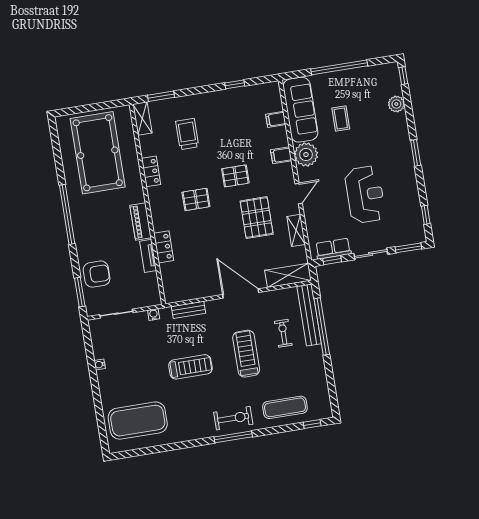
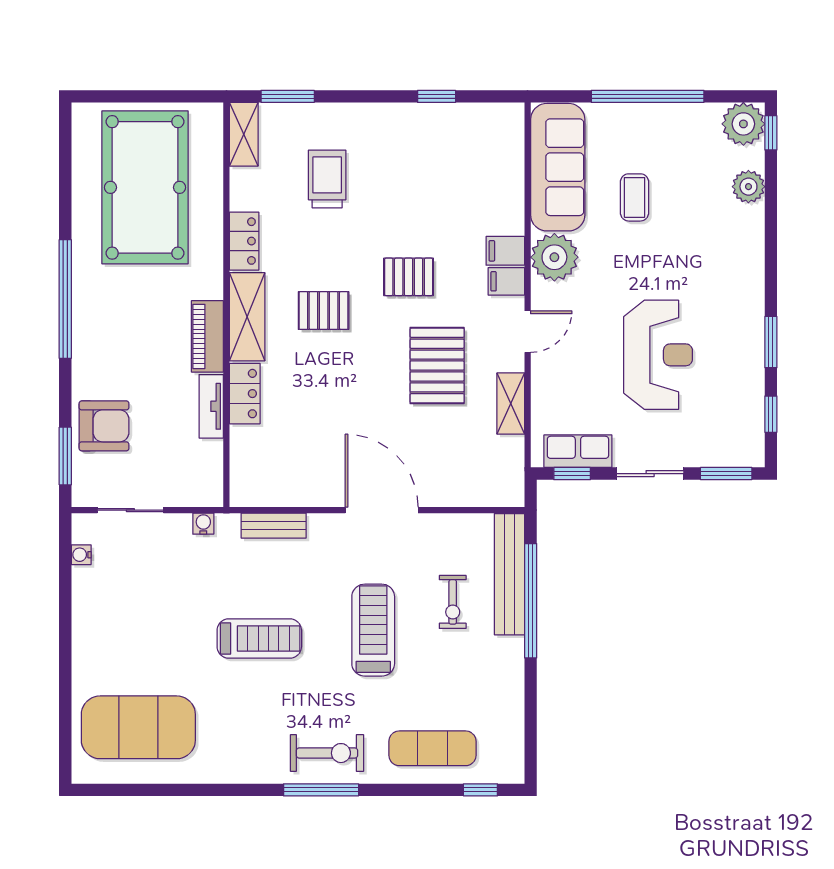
plant: (389, 73) -> (743, 124), added
filing cabinet: (276, 119) -> (506, 281), moved
window: (416, 153) -> (771, 342), moved
shelving: (288, 275) -> (247, 317), moved, turned 90
exercise bike: (283, 333) -> (453, 602), turned 180
water cooler: (100, 365) -> (81, 555), moved

